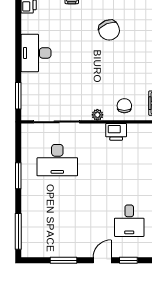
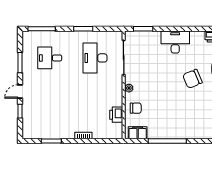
chair: (109, 30) -> (192, 79), moved
printer: (116, 132) -> (116, 115), moved
desk: (129, 221) -> (50, 58), moved
door: (102, 260) -> (20, 92), swing flipped

